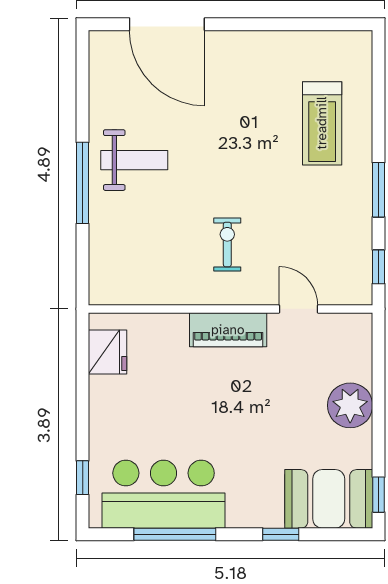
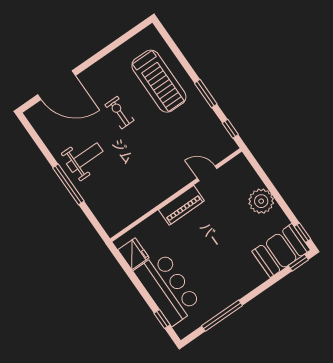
treadmill: (322, 123) -> (159, 81), width x1.37, depth x1.38
exercise bike: (227, 244) -> (119, 113), moved
bar counter: (164, 494) -> (168, 288), moved, turned 90
window: (281, 534) -> (298, 263), moved

